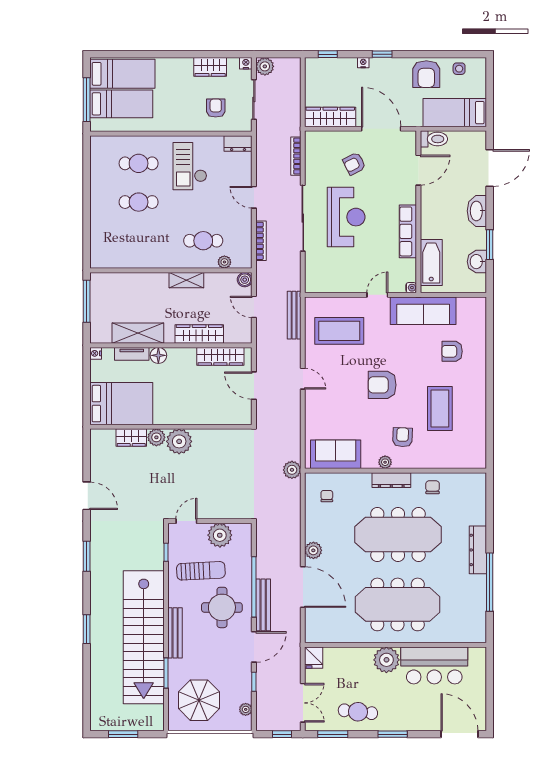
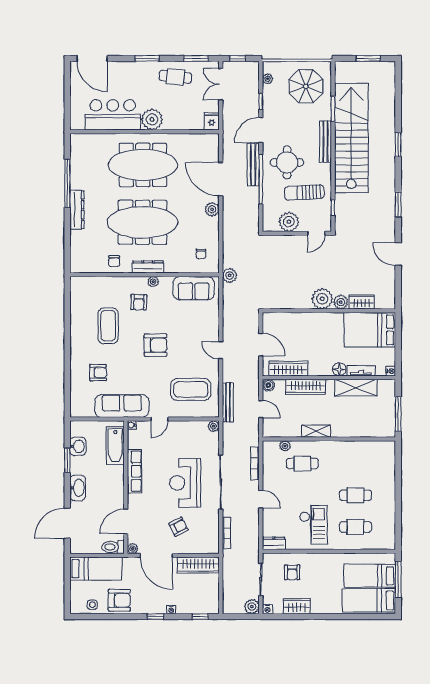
armchair: (426, 74) -> (119, 600), turned 90
plant: (410, 137) -> (133, 549), added
boiler: (245, 280) -> (268, 385), moved
plant: (311, 286) -> (214, 426), added

